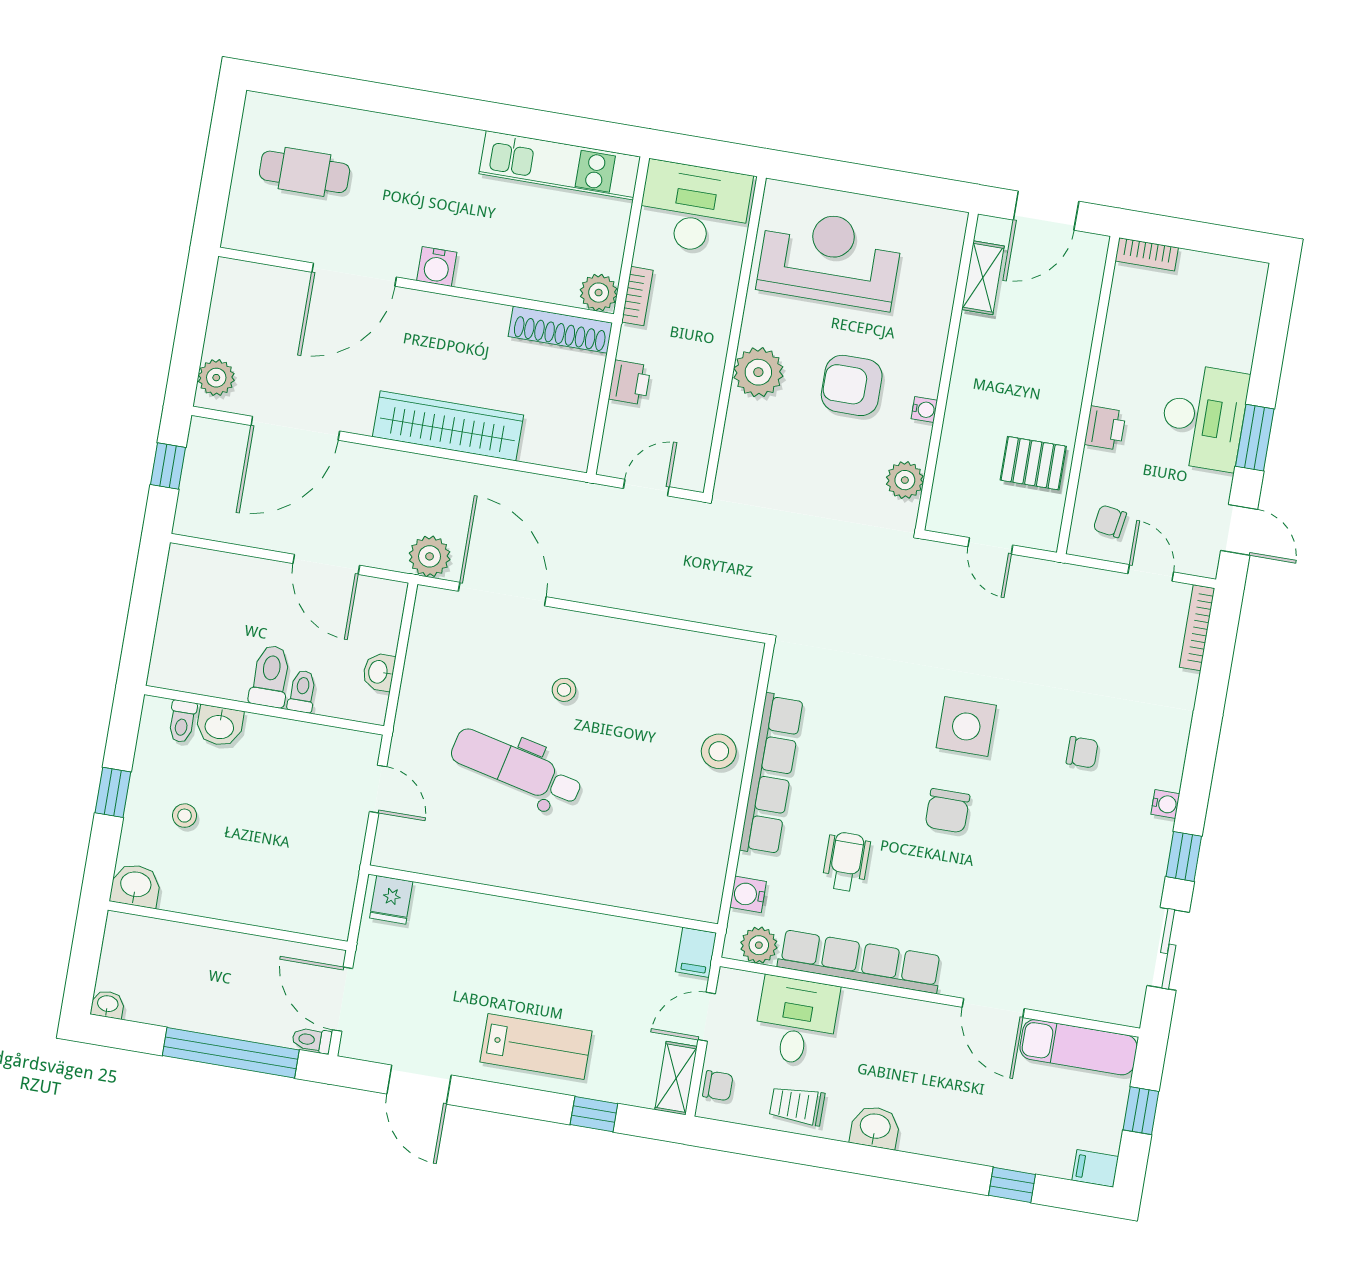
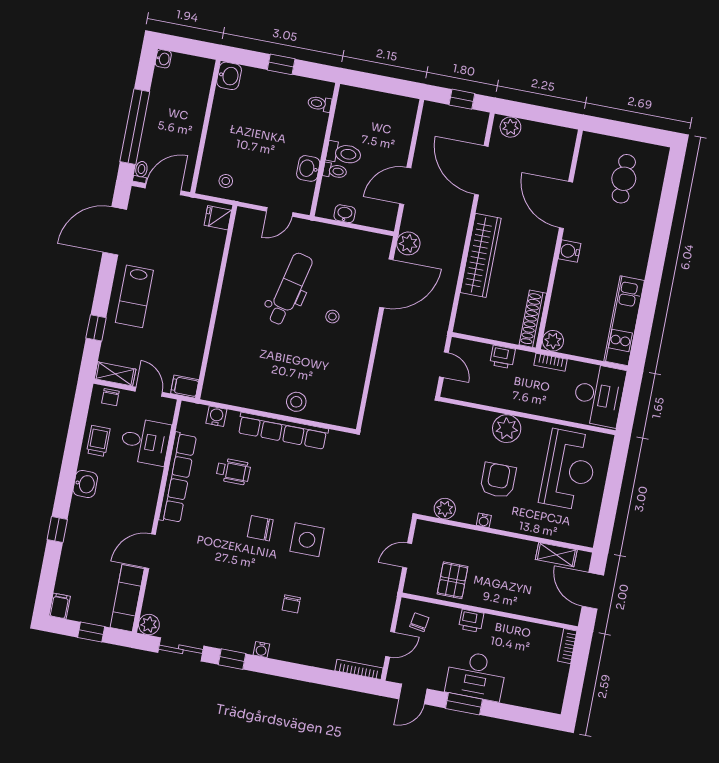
washbasin: (219, 726) -> (308, 168), moved
stool: (185, 816) -> (226, 181), moved
plant: (759, 945) -> (149, 625), moved
door: (419, 1085) -> (115, 231), width x1.36
window: (1012, 1185) -> (57, 530), moved

